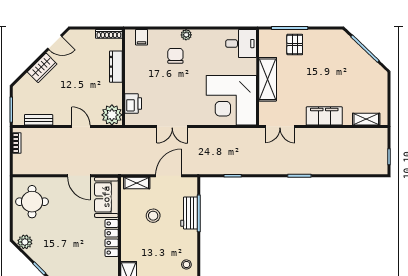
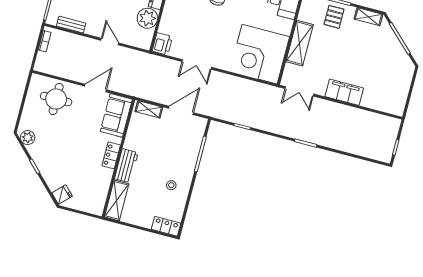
printer: (133, 103) -> (162, 44), moved
plant: (112, 115) -> (147, 18), moved
shelving: (366, 119) -> (368, 17), moved
door: (79, 176) -> (95, 88), swing flipped
round table: (32, 202) -> (56, 99), moved
workbench: (189, 213) -> (126, 166), moved, turned 180
stool: (153, 216) -> (156, 145), removed
locker: (112, 238) -> (111, 155), width x0.66
stool: (186, 264) -> (171, 185), moved

